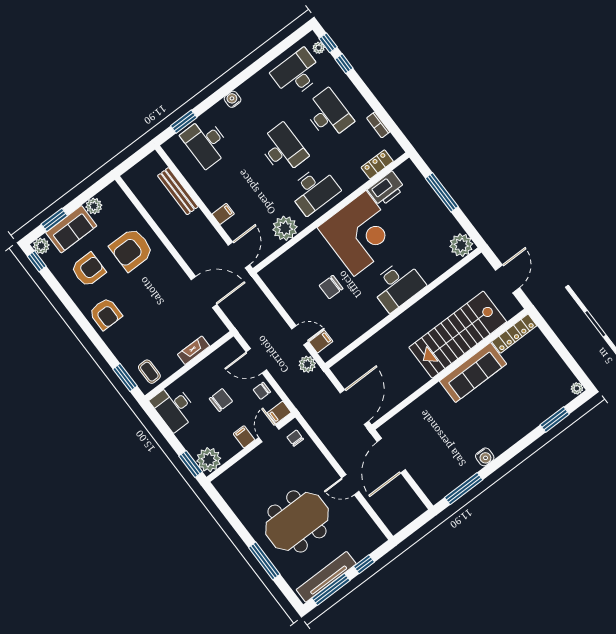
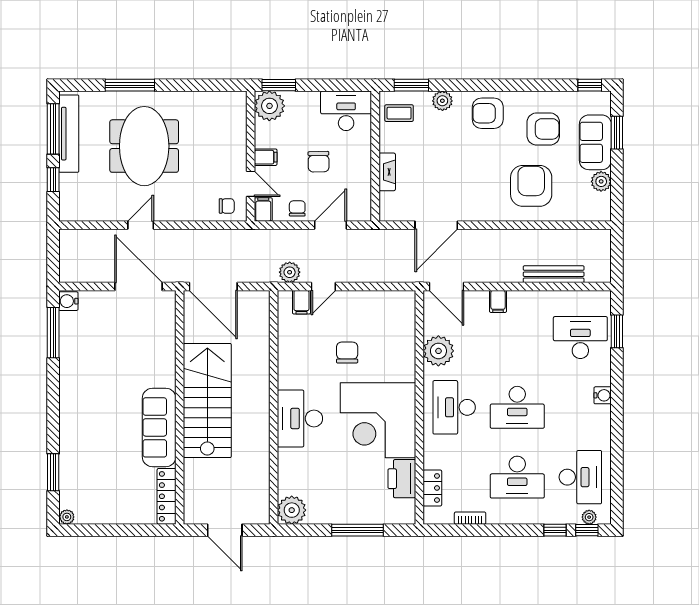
plant: (41, 246) -> (442, 101), moved
armchair: (88, 270) -> (543, 129), turned -90
stairs: (458, 335) -> (207, 400), moved
water cooler: (485, 457) -> (68, 301), moved

